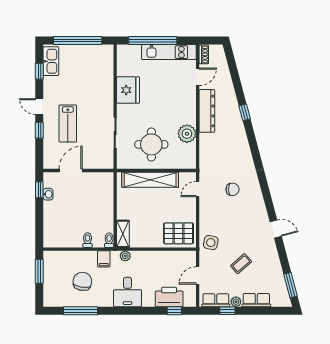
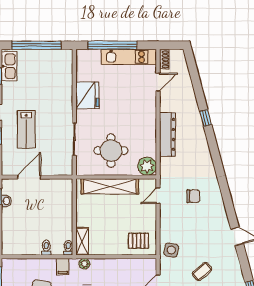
dresser: (207, 111) -> (167, 134), moved
plant: (187, 134) -> (147, 166), moved
pallet: (178, 233) -> (139, 241), width x0.67, depth x0.71

